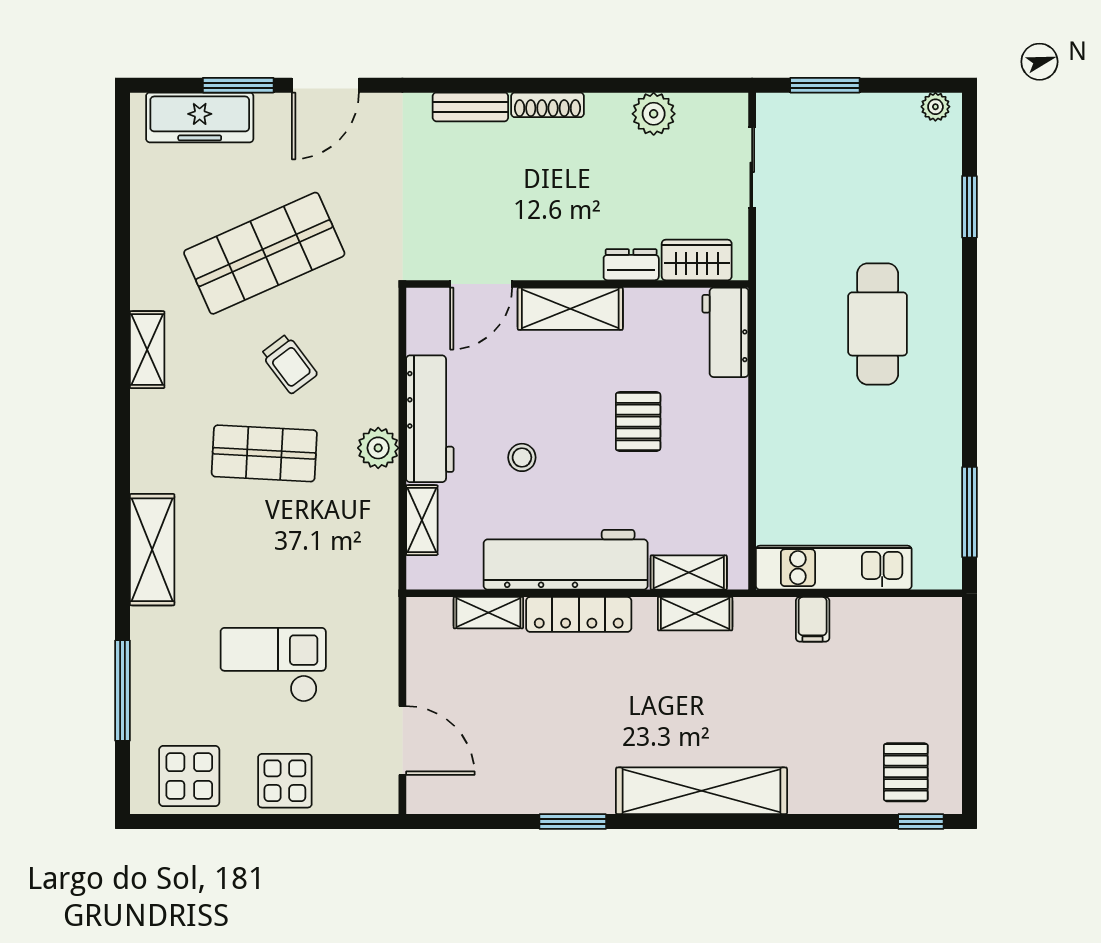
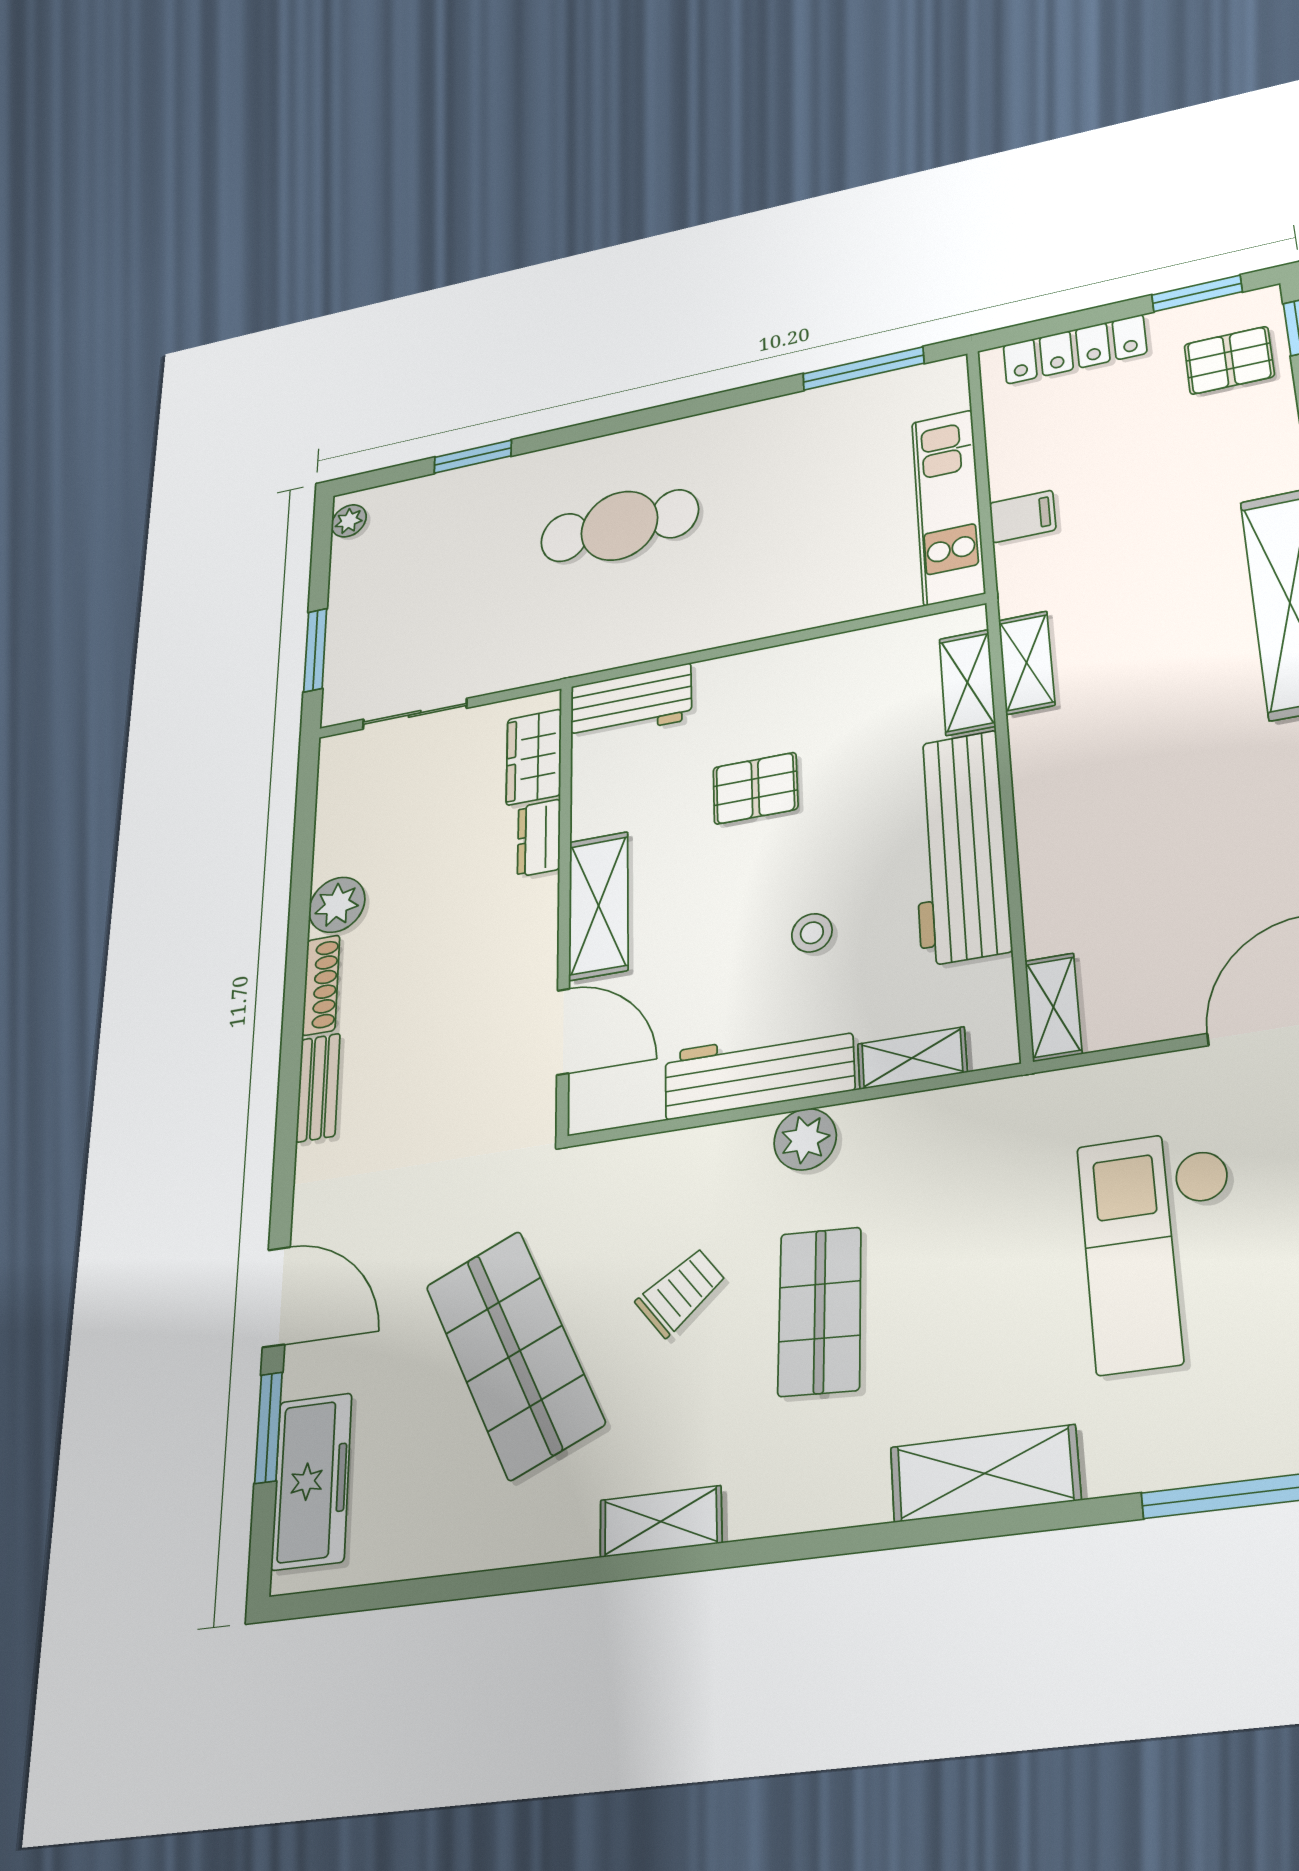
plant: (654, 114) -> (337, 905), moved
shelving: (488, 613) -> (1053, 1007), moved
locker: (579, 614) -> (1075, 349), moved, turned 90
checkout: (273, 665) -> (1161, 1249), width x1.36, depth x1.21
window: (969, 756) -> (1197, 293), added

